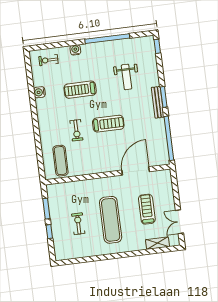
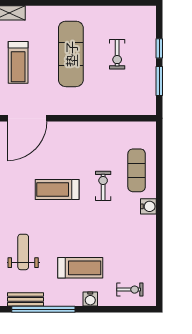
bench: (121, 44) -> (25, 299), added
treadmill: (80, 90) -> (80, 268), moved
water cooler: (39, 92) -> (148, 206), moved
exercise mat: (60, 161) -> (137, 170), moved

